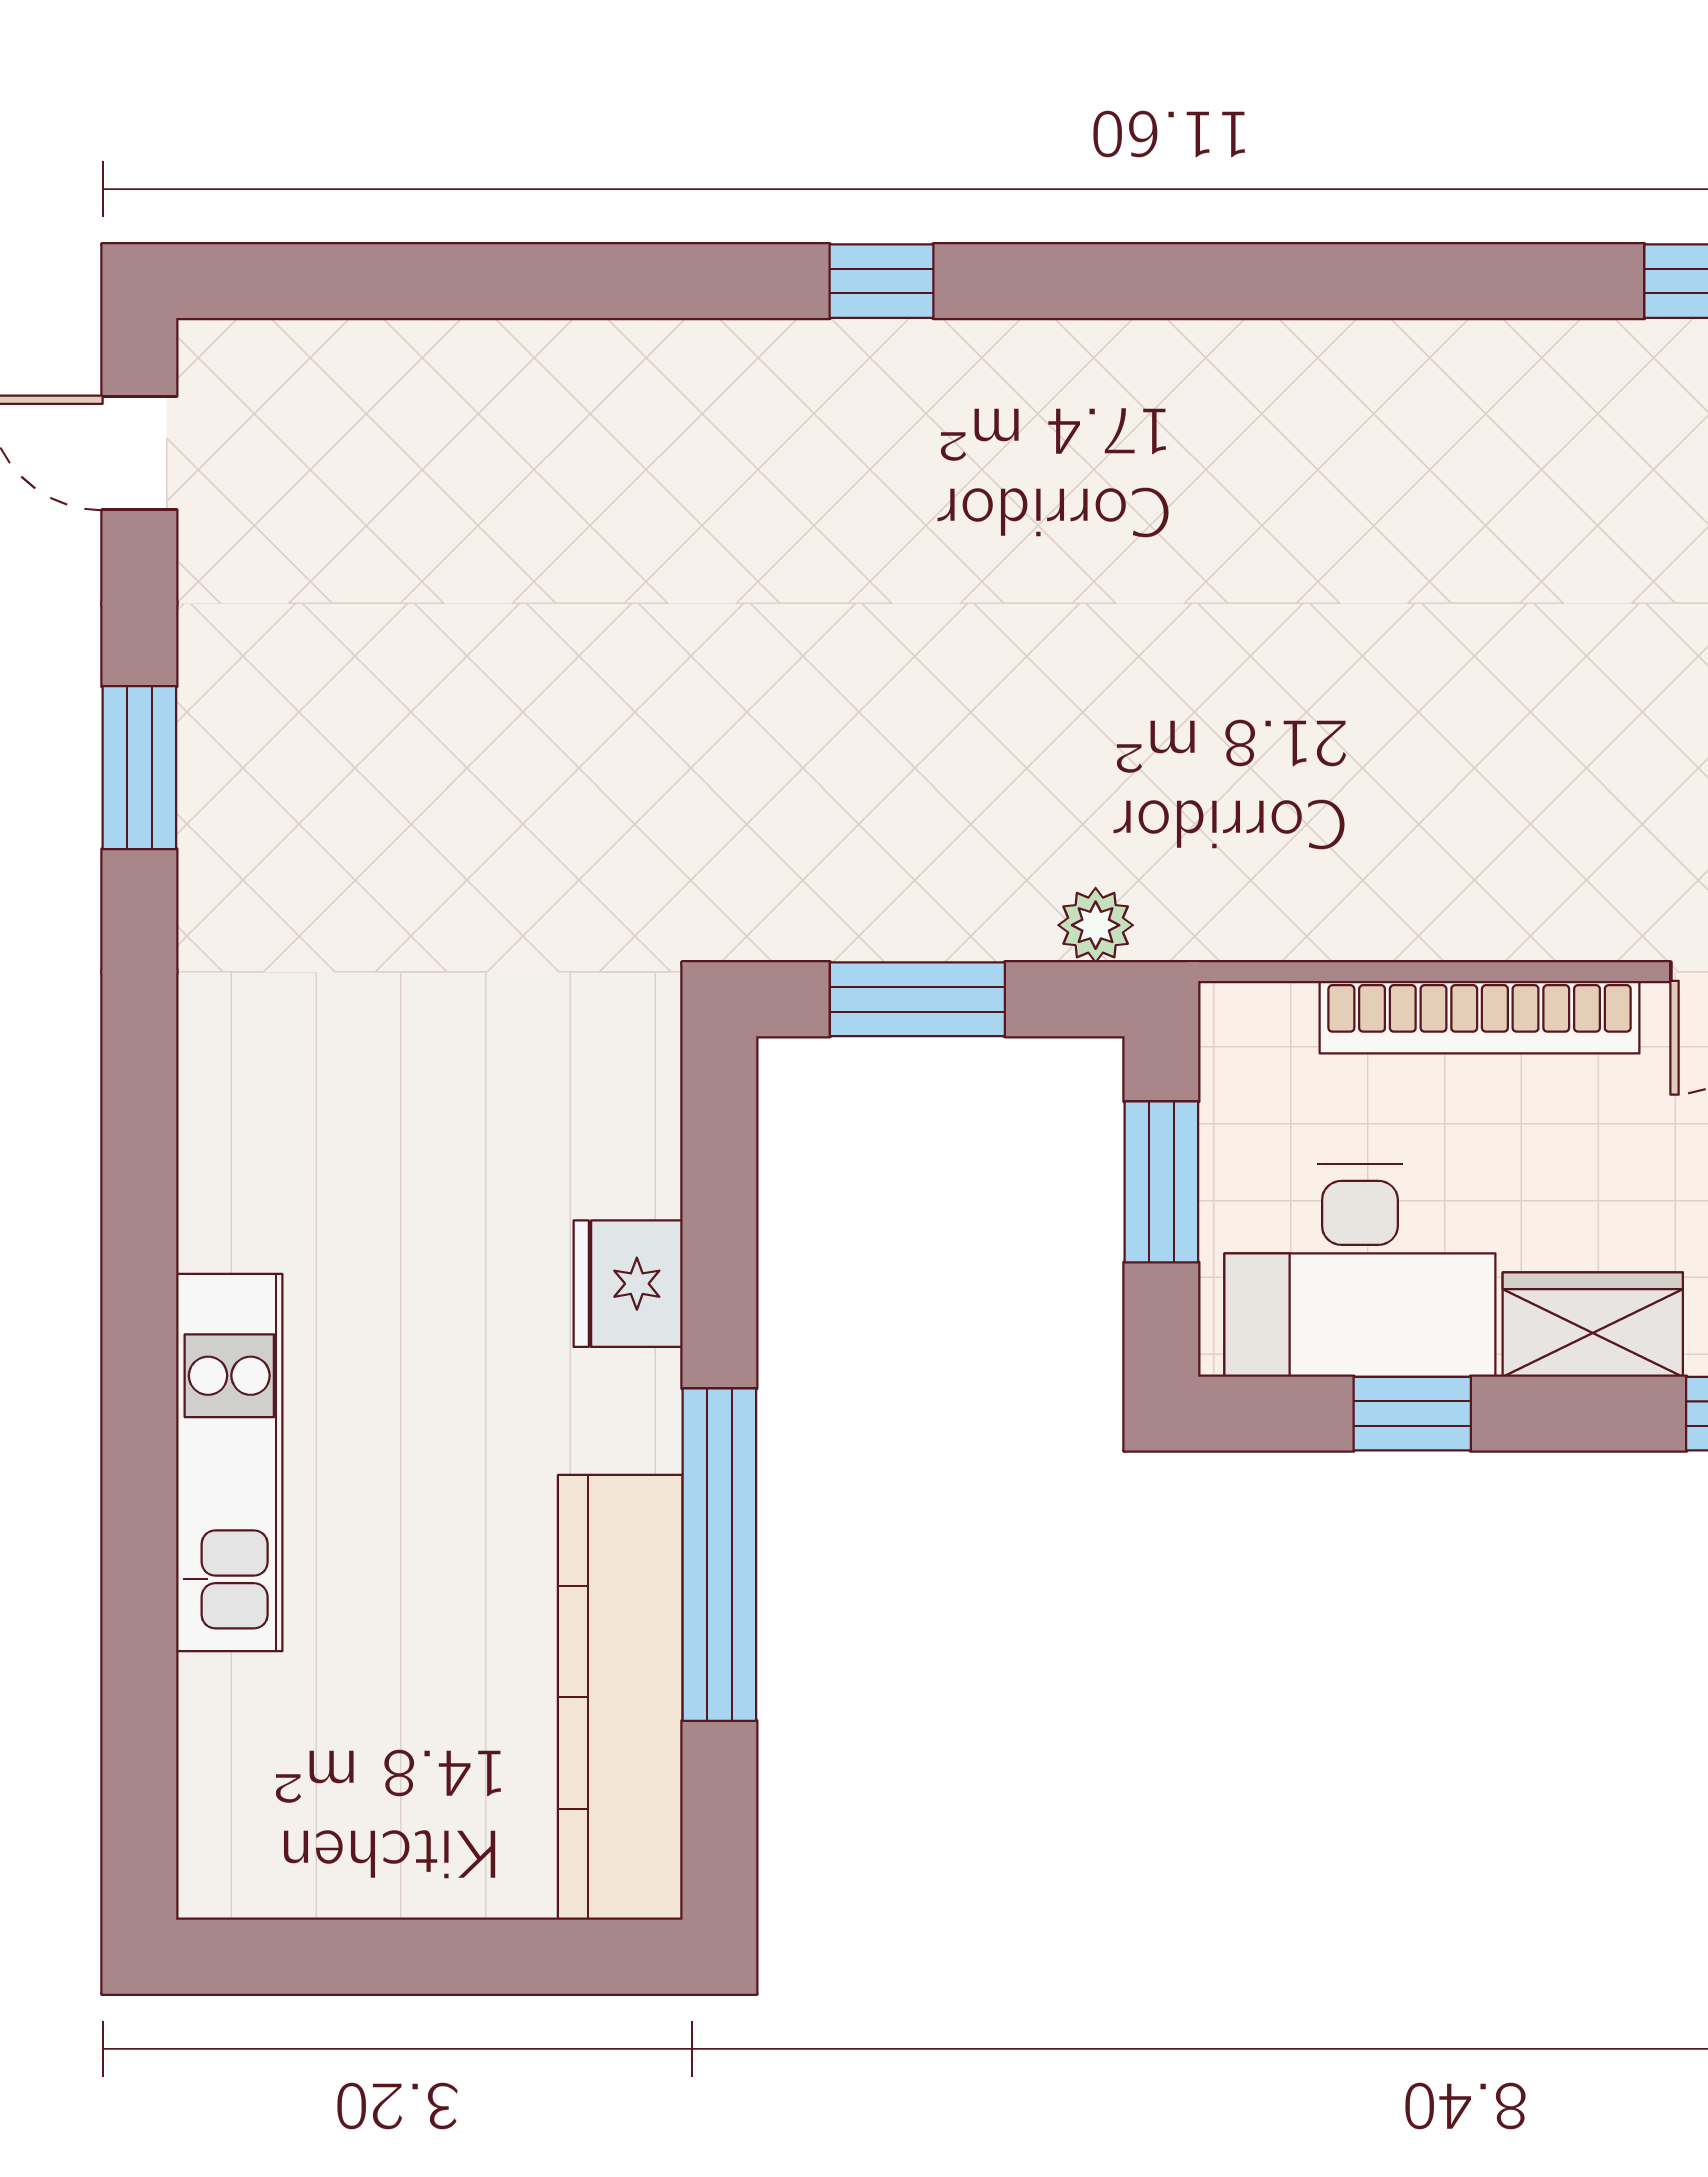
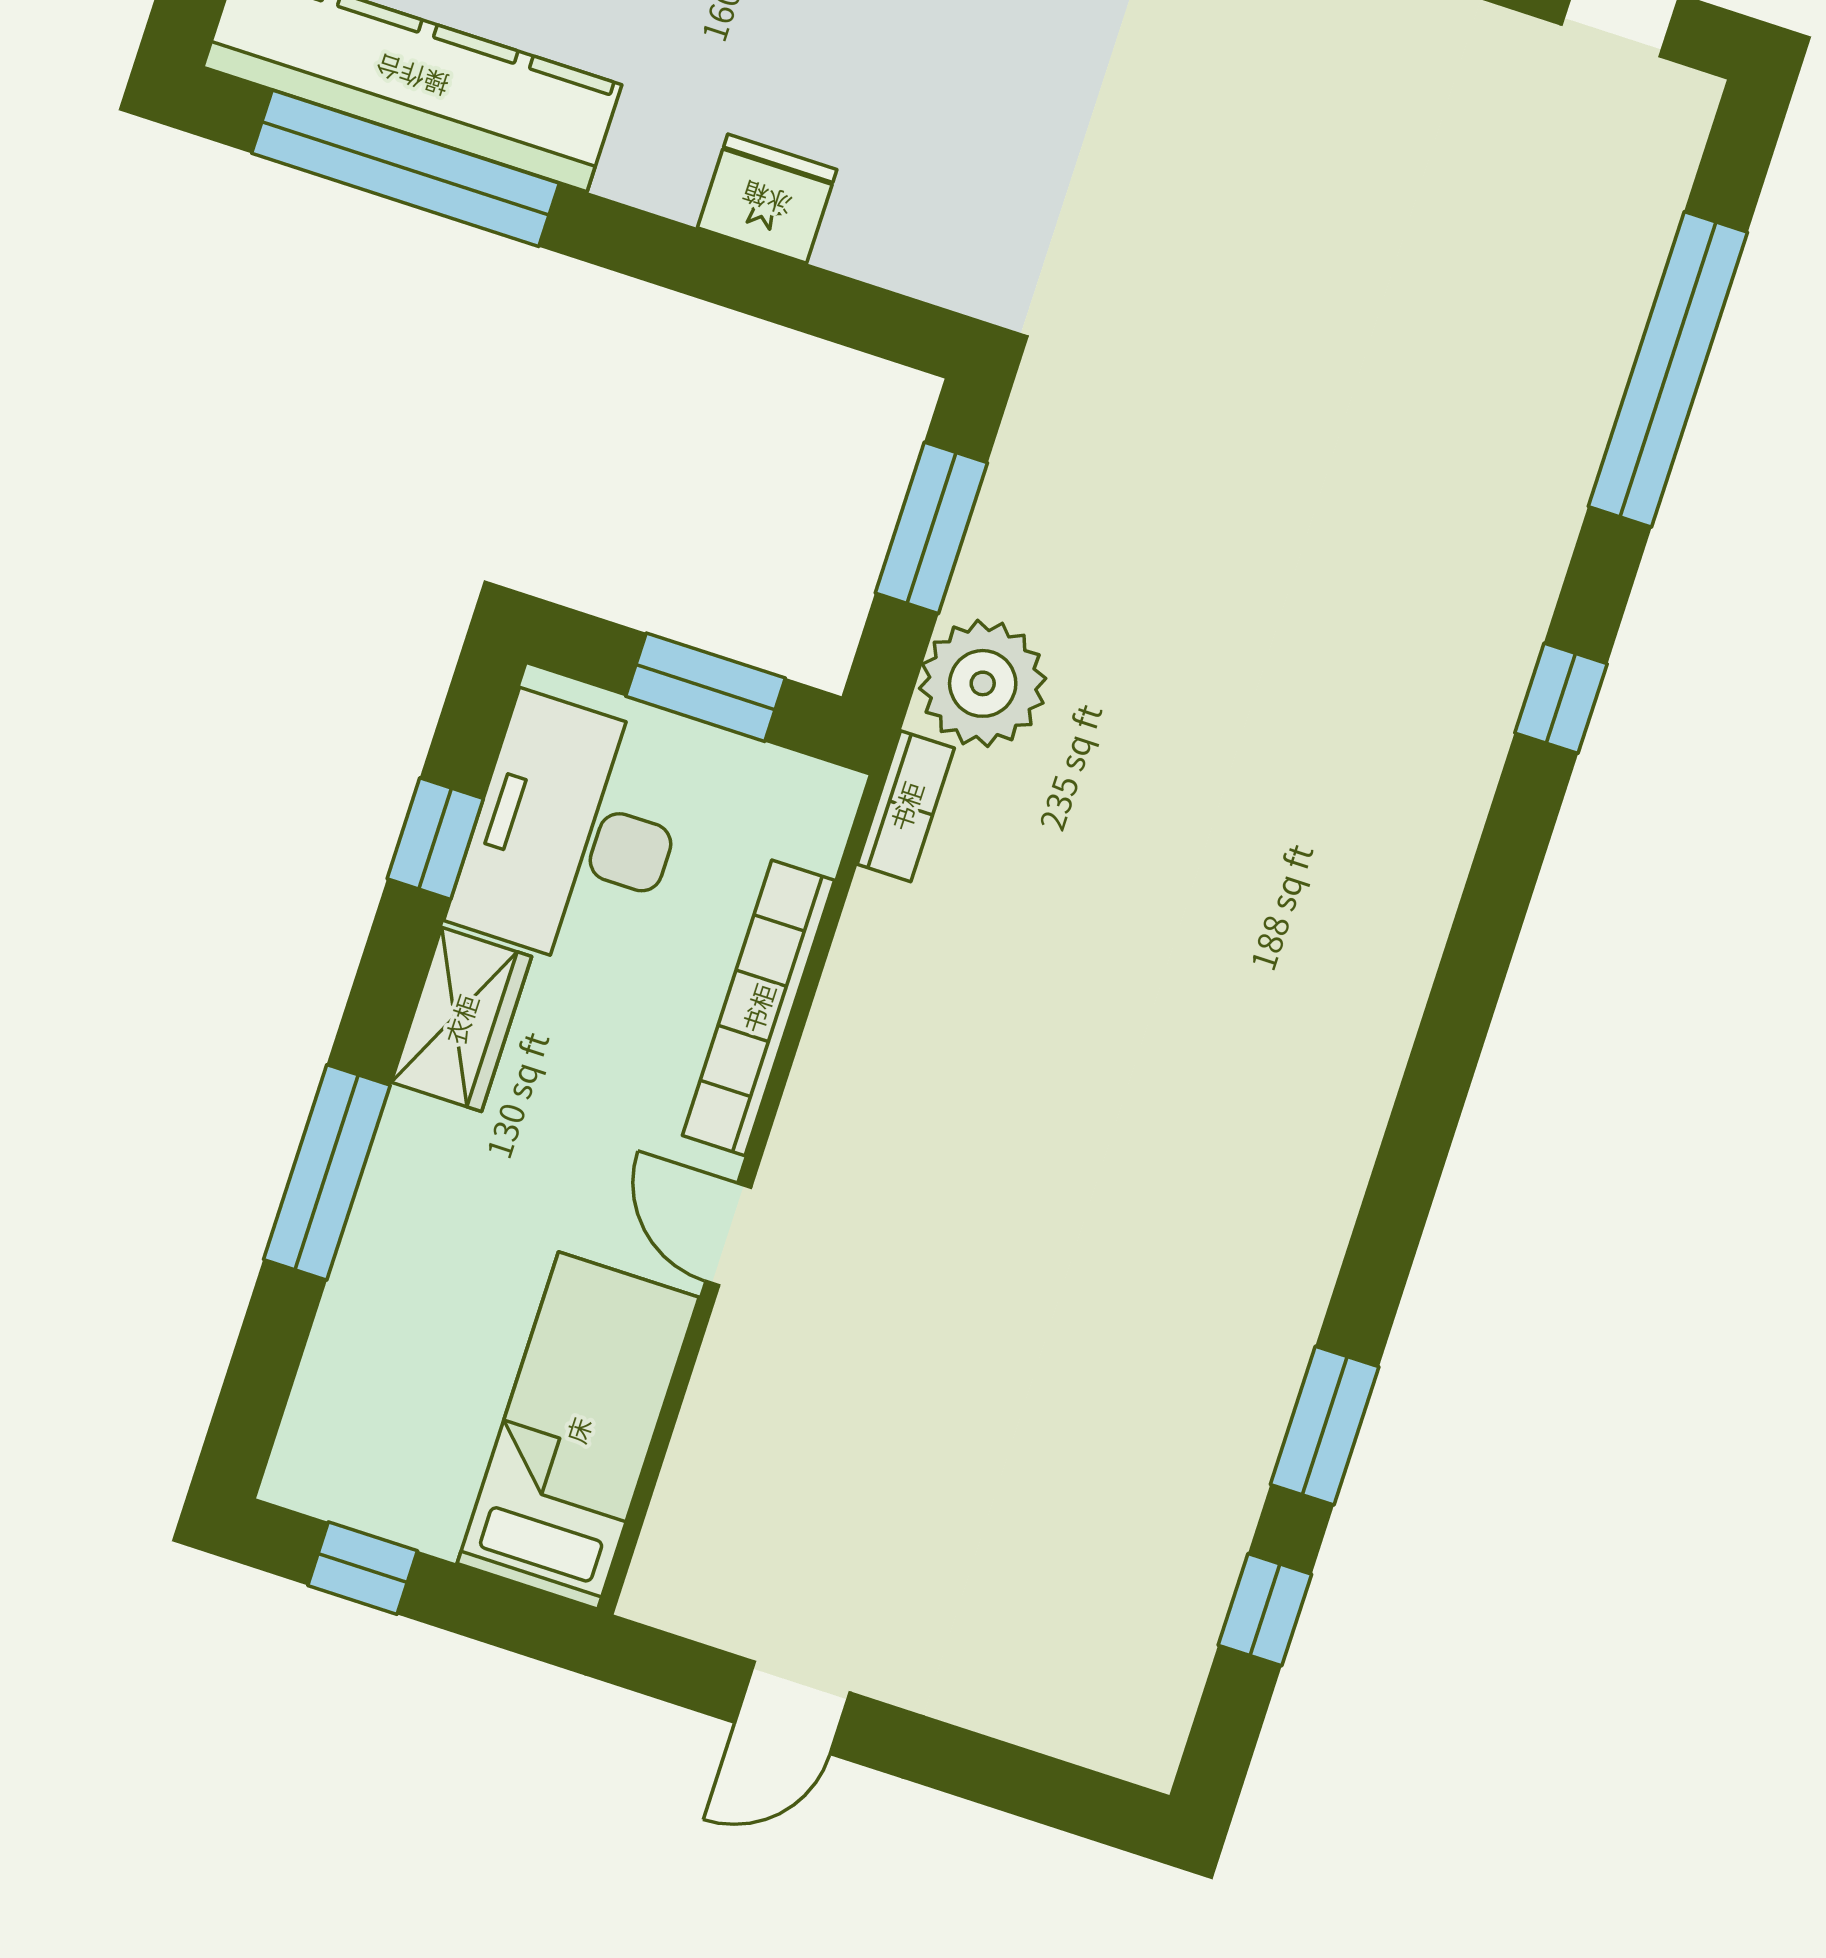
window: (500, 281) -> (1668, 369), added
plant: (1096, 925) -> (983, 683), width x1.87, depth x1.87
bookcase: (1218, 931) -> (906, 806), added
window: (719, 1555) -> (405, 168), moved

